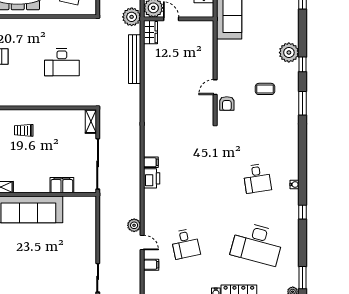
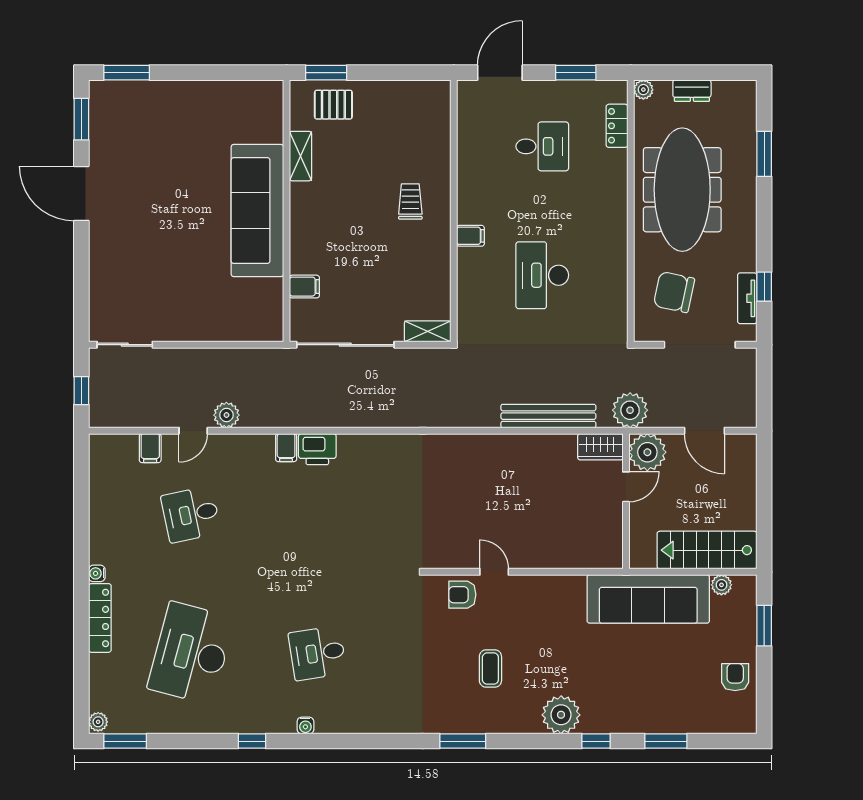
window: (302, 64) -> (596, 741), moved
filing cabinet: (41, 99) -> (470, 236), added
filing cabinet: (151, 162) -> (286, 448), moved
filing cabinet: (62, 185) -> (304, 287), width x0.50

